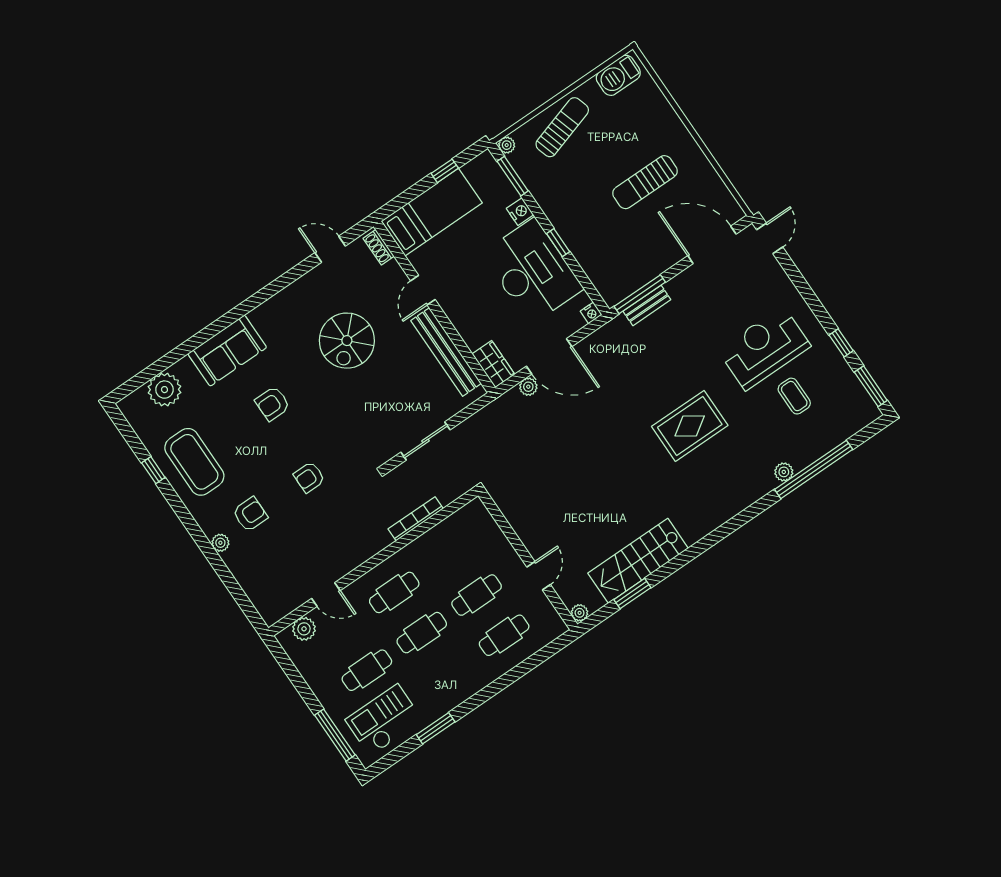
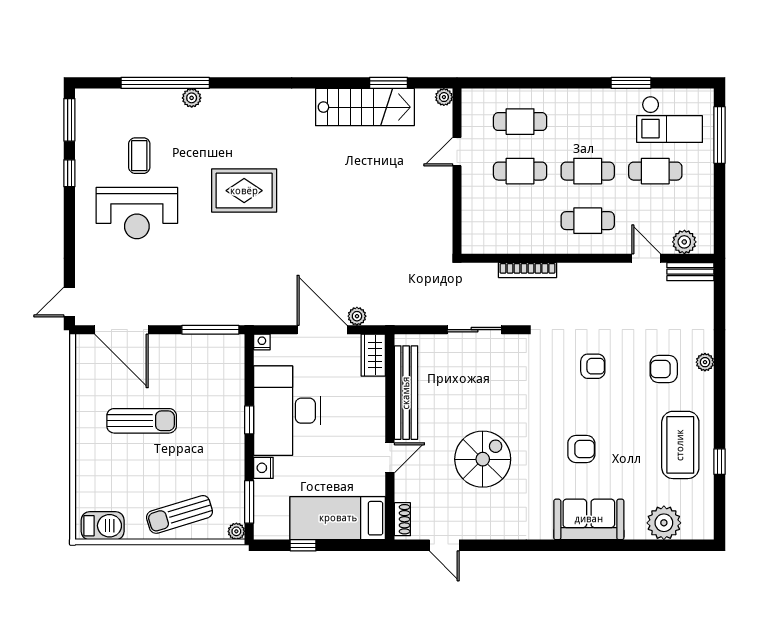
bench: (647, 305) -> (690, 272), moved

